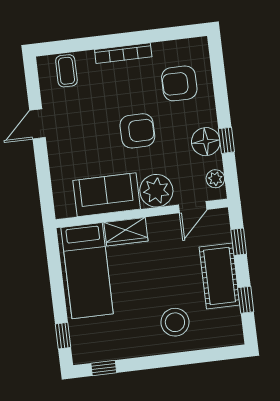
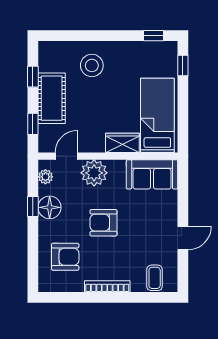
sofa: (107, 195) -> (152, 174), moved

